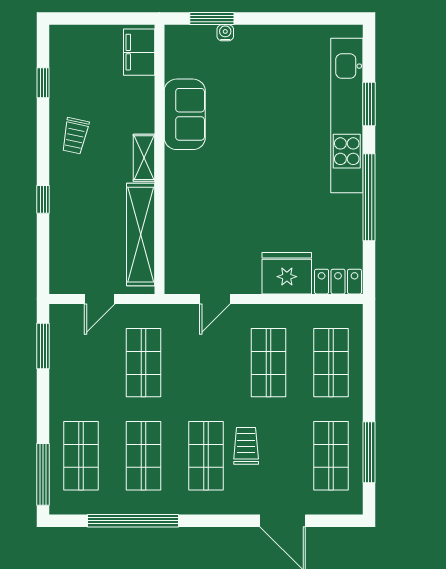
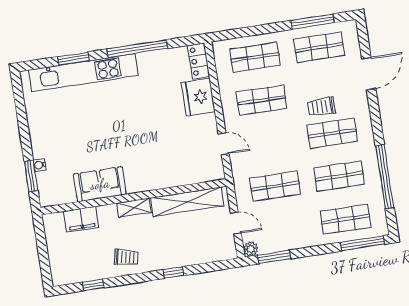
filing cabinet: (139, 52) -> (81, 219), moved
plant: (60, 314) -> (251, 249), added

